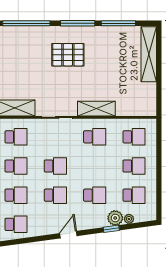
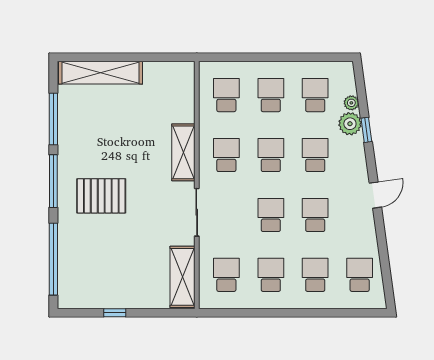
pallet: (68, 55) -> (101, 196), turned 90
school desk: (95, 166) -> (271, 155), added
door: (68, 235) -> (375, 195), swing flipped

